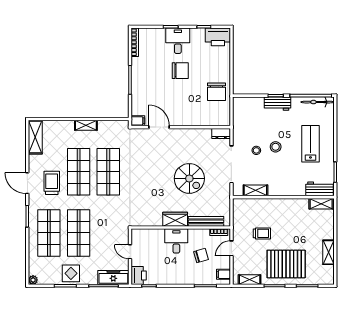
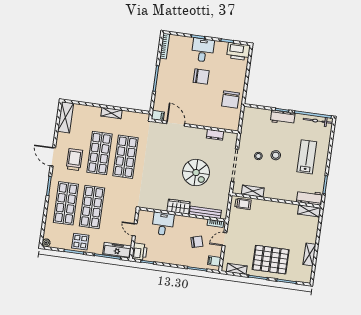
dresser: (221, 133) -> (215, 135), moved
trolley: (262, 233) -> (243, 204), moved
desk: (176, 241) -> (163, 224), moved

